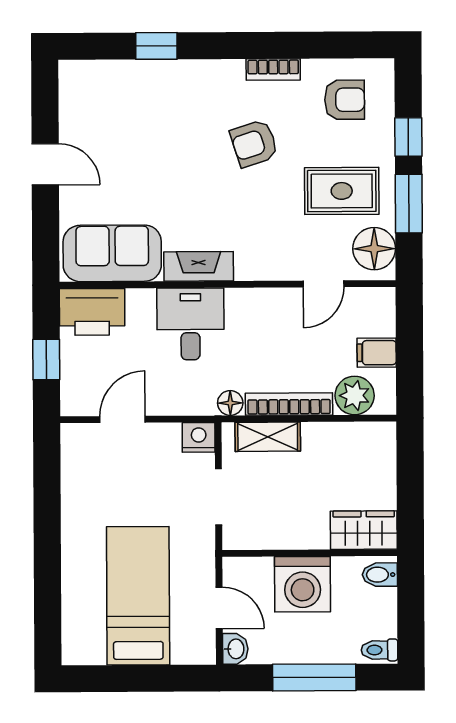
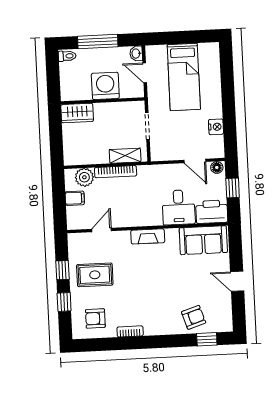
window: (156, 46) -> (207, 339), moved
armchair: (254, 143) -> (194, 317), moved
window: (409, 204) -> (62, 270), width x0.67
floor lamp: (374, 249) -> (78, 248), removed
fireplace: (199, 266) -> (148, 236), moved
desk: (190, 324) -> (179, 207), moved
floor lamp: (230, 403) -> (217, 167), moved
door: (123, 419) -> (195, 161), hinge flipped
nightstand: (199, 437) -> (216, 127), moved, turned -90
bidet: (380, 575) -> (69, 92), removed

